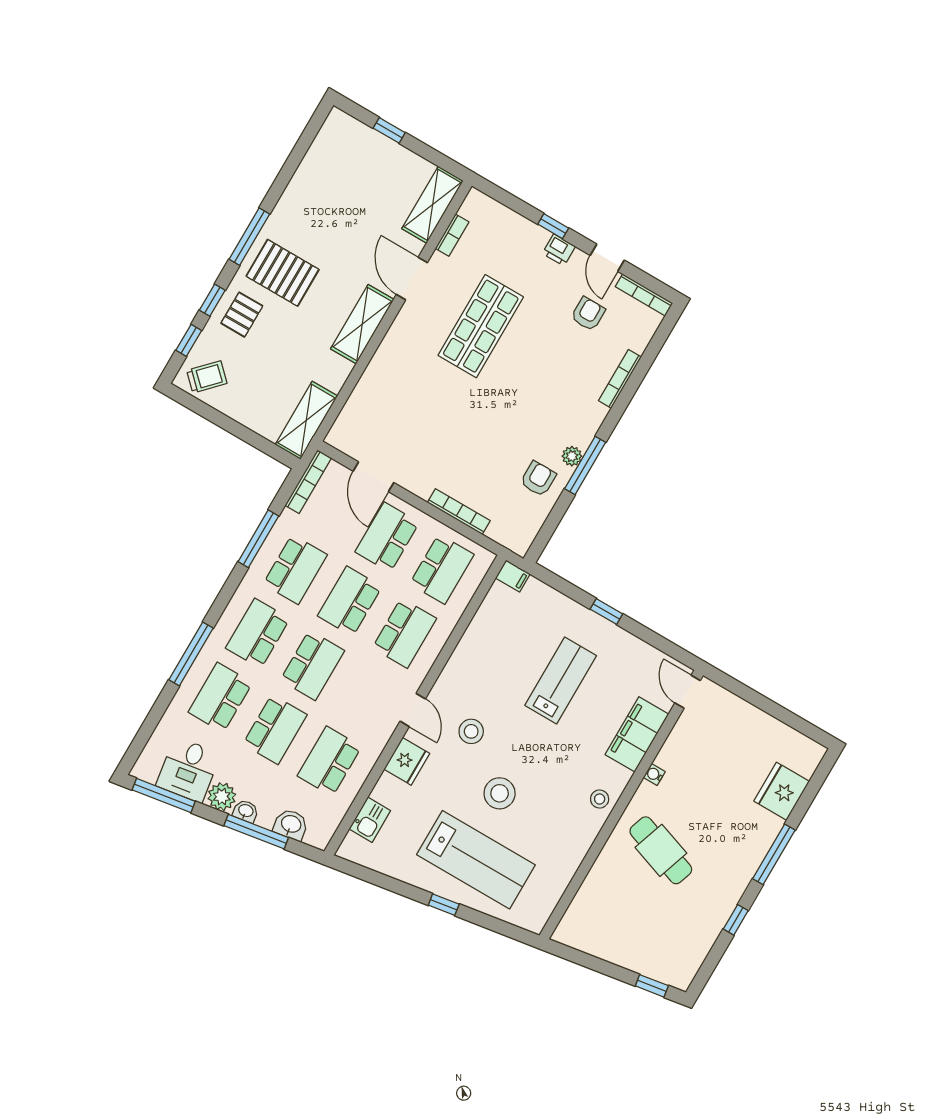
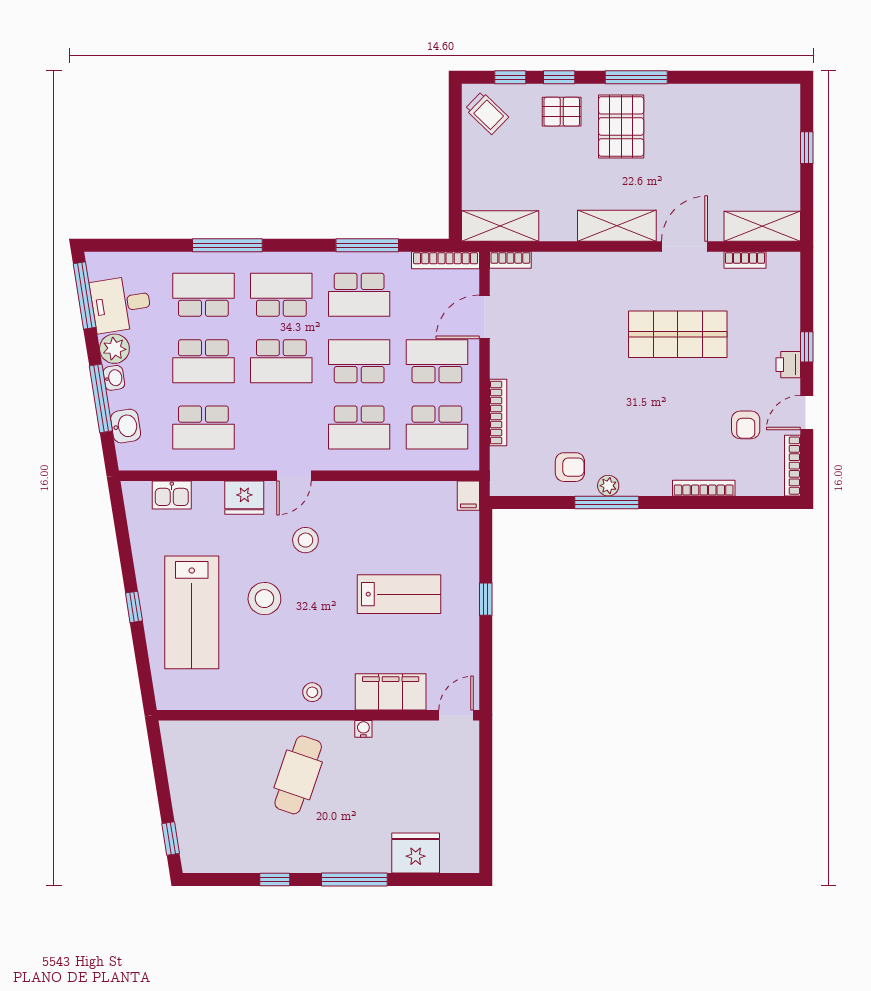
armchair: (588, 314) -> (746, 425), turned 90
bookcase: (339, 428) -> (510, 260), added
school desk: (329, 761) -> (203, 428), turned 180

